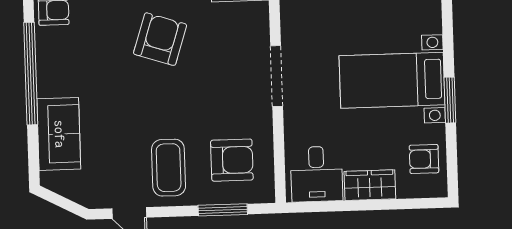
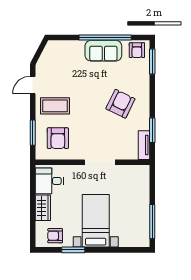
armchair: (160, 39) -> (120, 104), turned -82
window: (450, 100) -> (73, 250), moved
sofa: (59, 134) -> (103, 51), moved
armchair: (424, 159) -> (55, 236), turned -90

